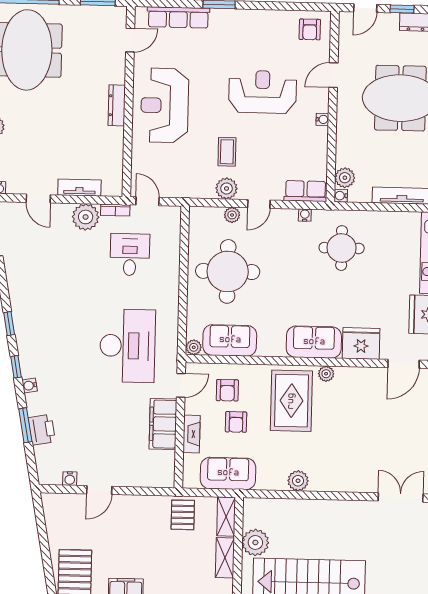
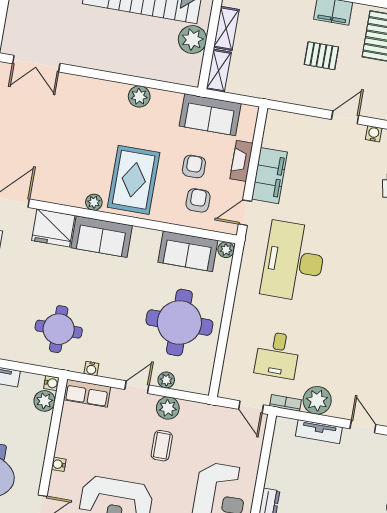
pallet: (183, 515) -> (321, 56), moved, turned 90

